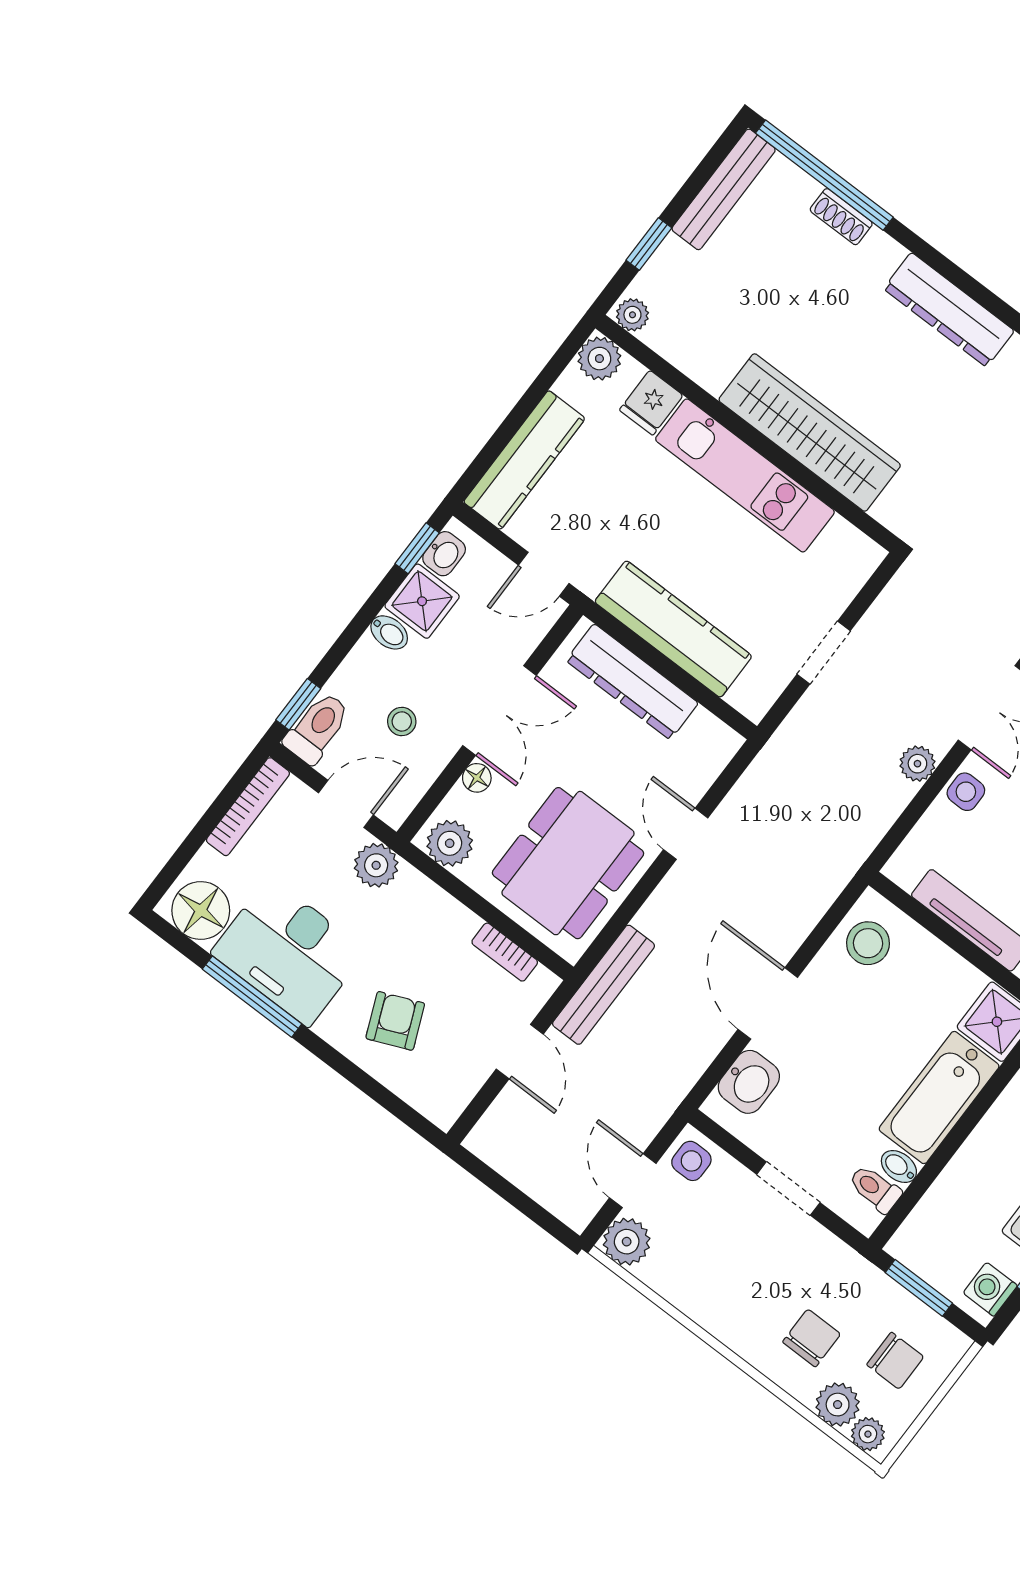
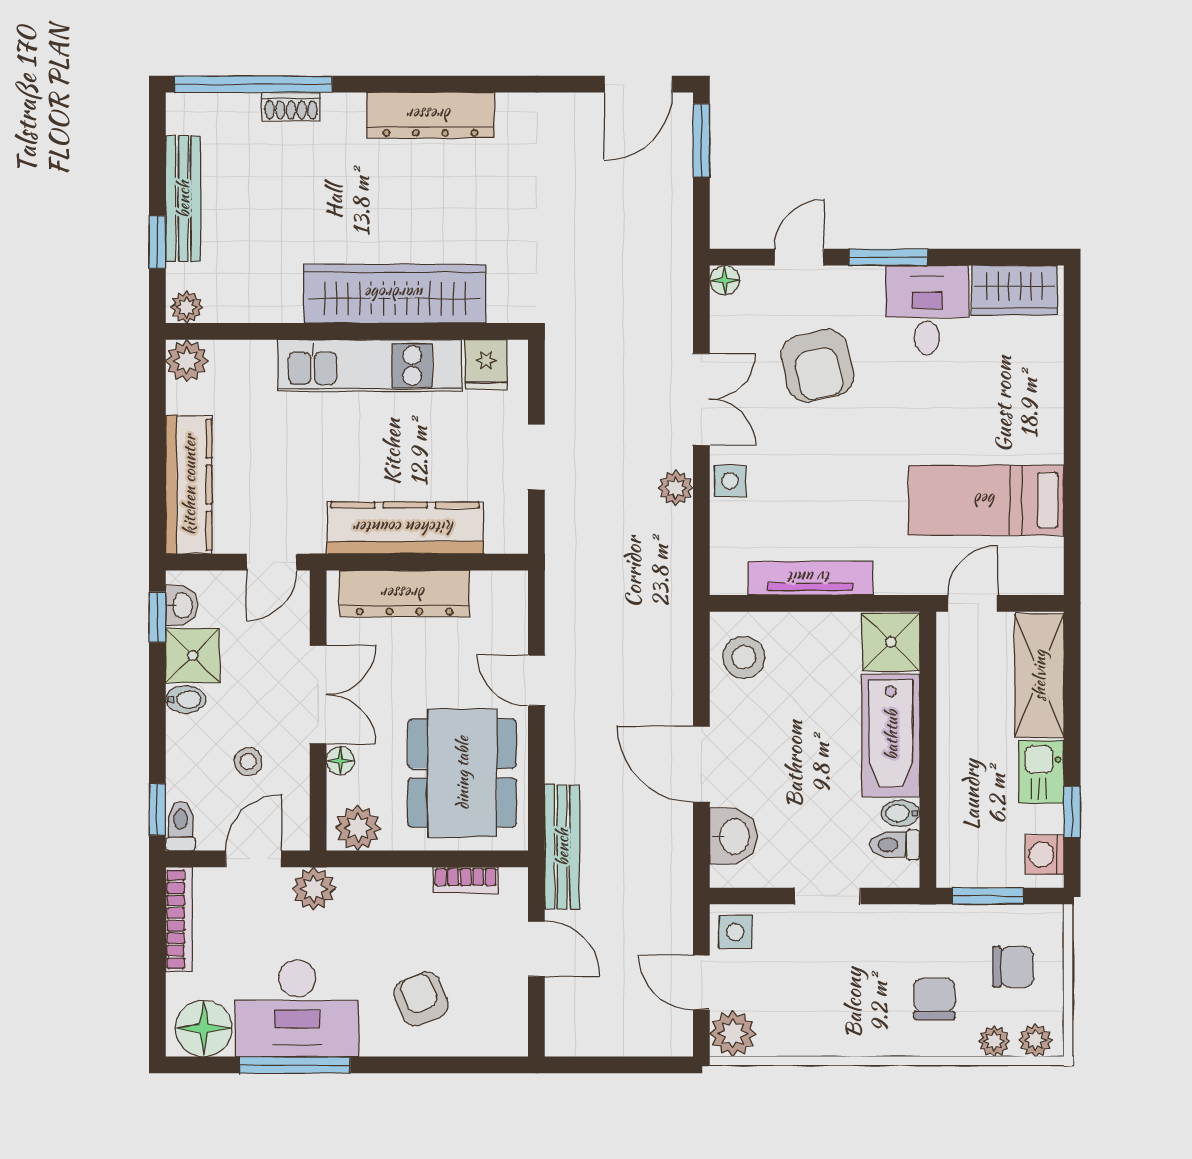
bench: (724, 189) -> (183, 199), moved
fridge: (651, 403) -> (486, 365), moved
toilet: (317, 728) -> (181, 826), width x0.73, depth x0.72
plant: (838, 1405) -> (994, 1041), width x0.73, depth x0.73

